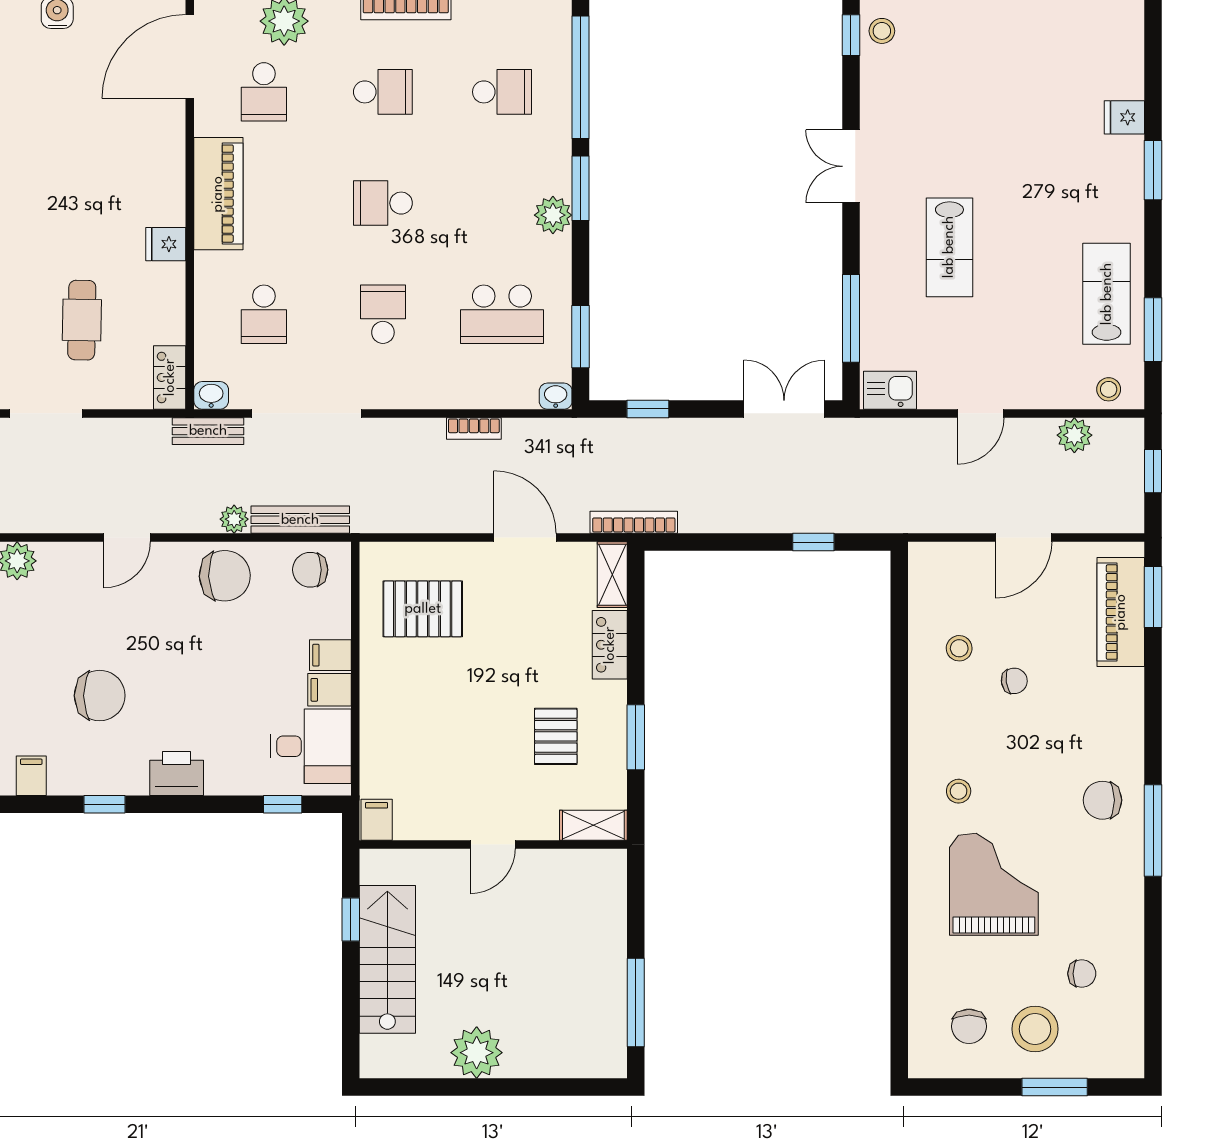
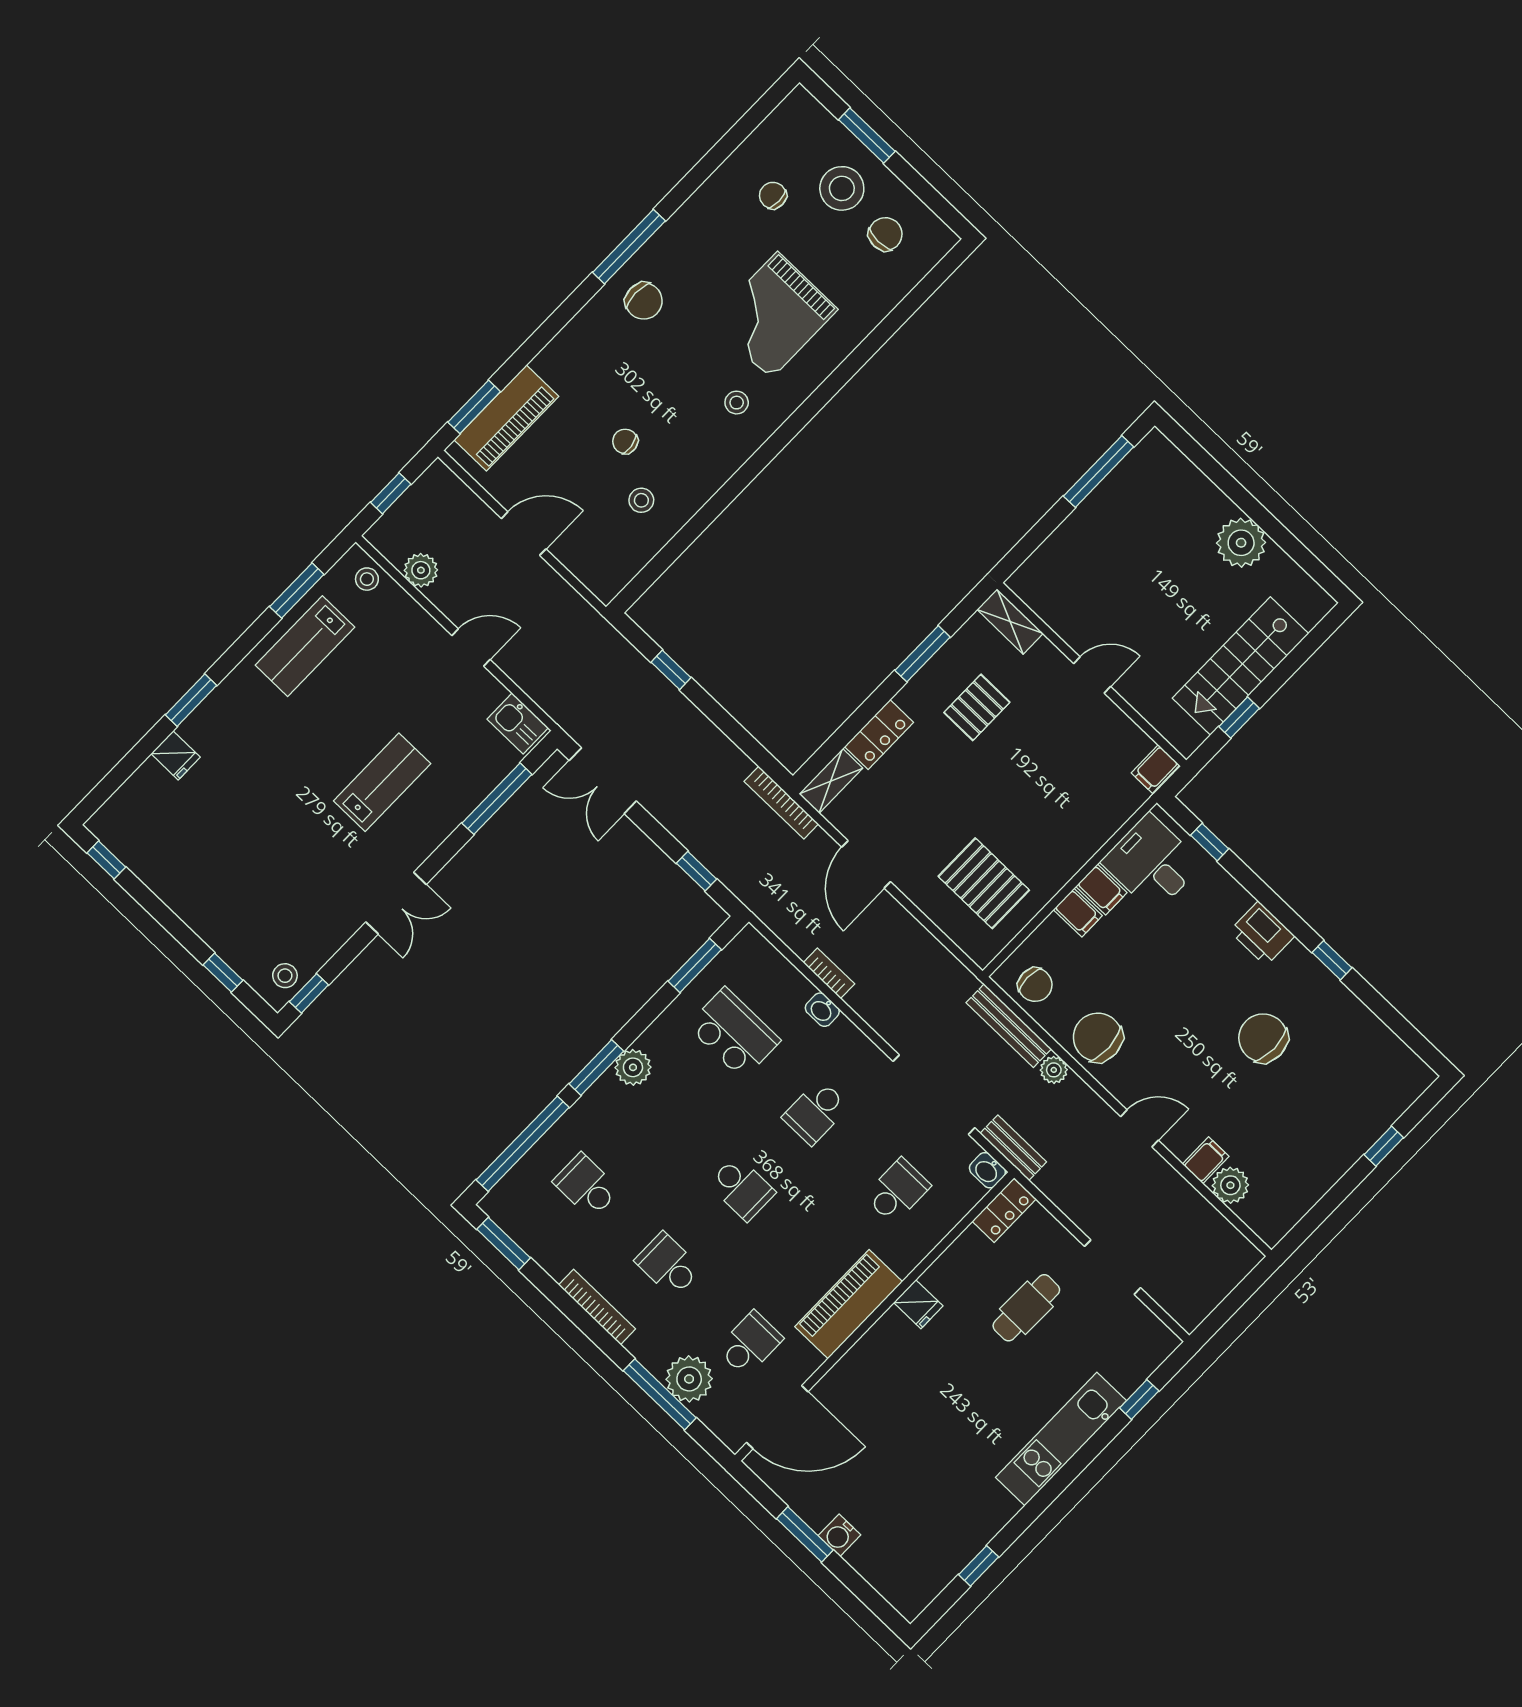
washbasin: (556, 396) -> (822, 1010), moved
filing cabinet: (31, 776) -> (1206, 1160), moved, turned 180

